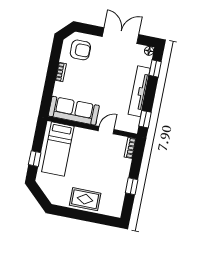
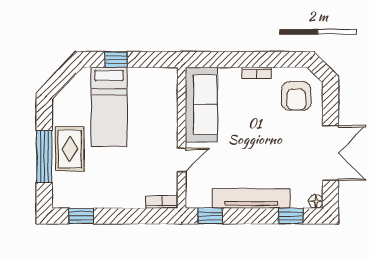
door: (106, 130) -> (182, 160), hinge flipped
bed: (58, 149) -> (109, 107), moved, turned -90
window: (132, 186) -> (81, 216), moved
window: (87, 216) -> (44, 156), added

